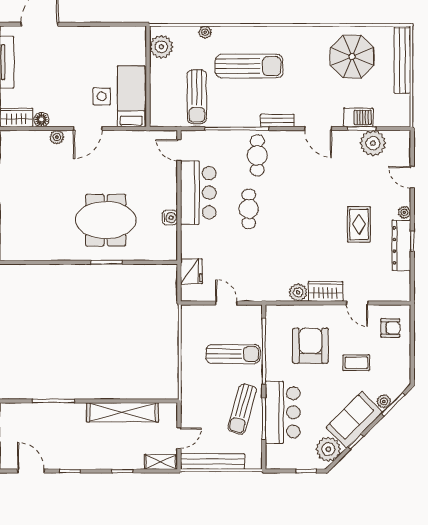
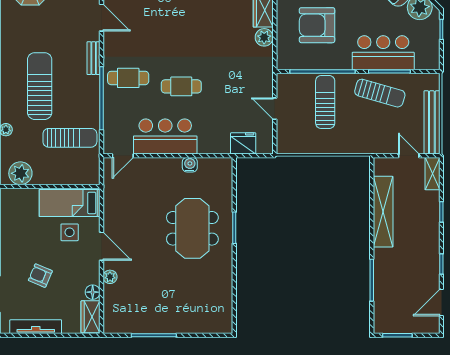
armchair: (58, 67) -> (40, 276), added
door: (318, 129) -> (102, 18), hinge flipped
door: (226, 303) -> (275, 109), hinge flipped

